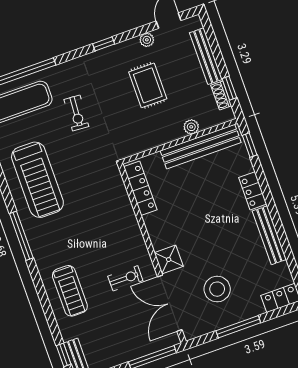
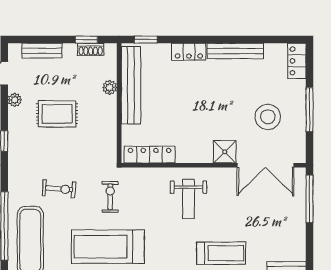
bench: (206, 56) -> (42, 51), width x0.73
treadmill: (37, 180) -> (108, 247), turned 180
weight bench: (111, 241) -> (188, 199), added
exercise bike: (125, 278) -> (110, 197), moved

